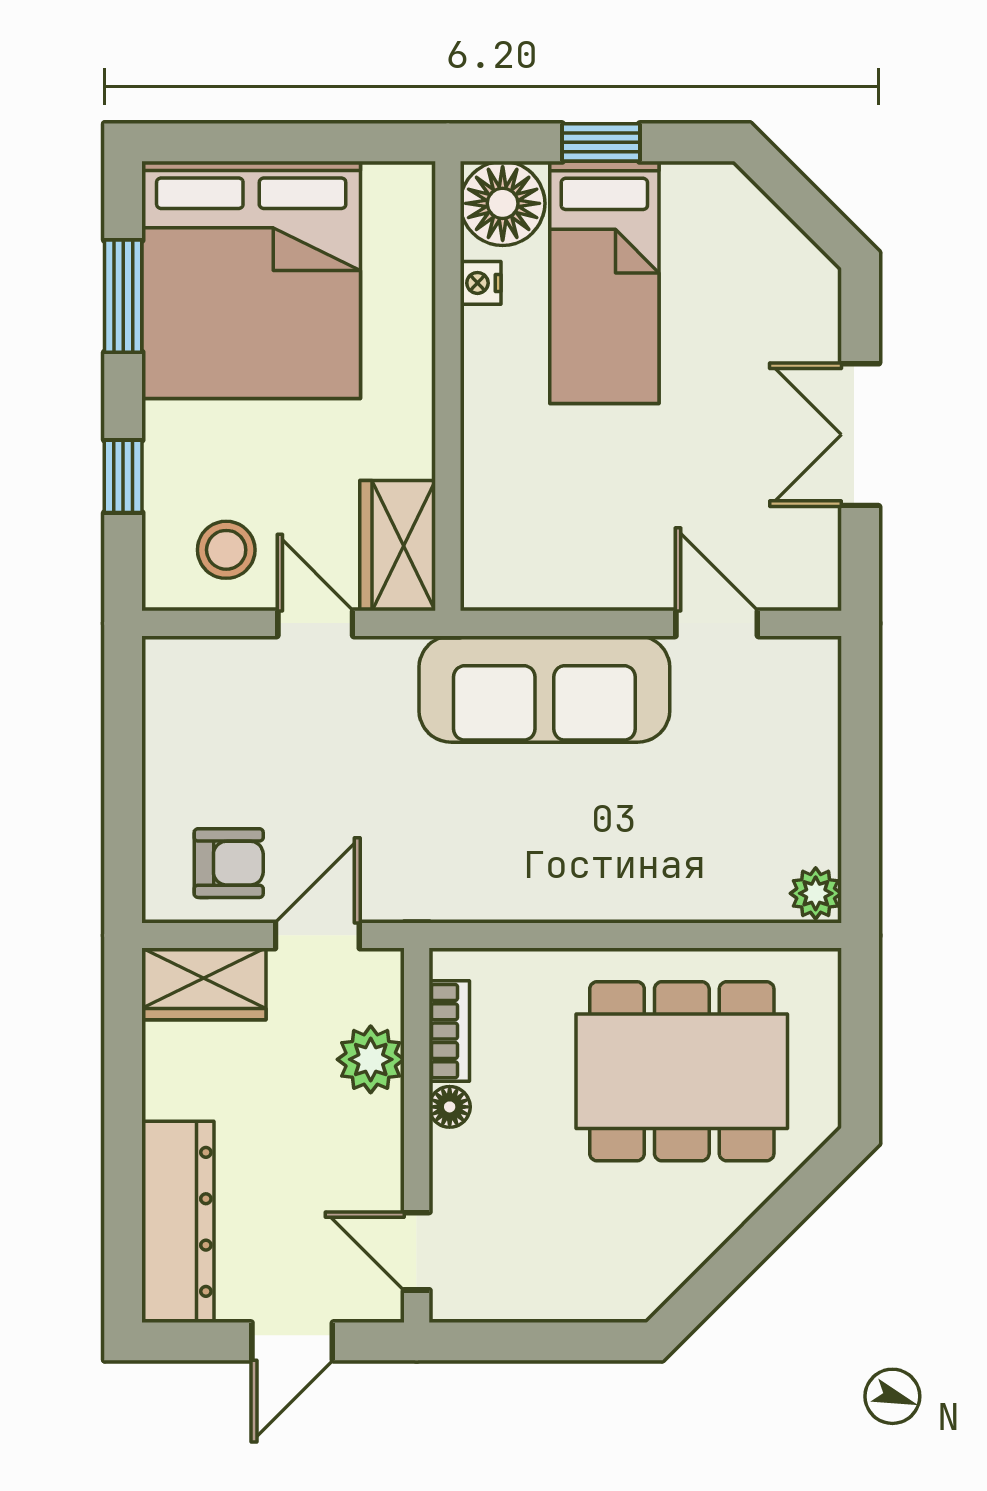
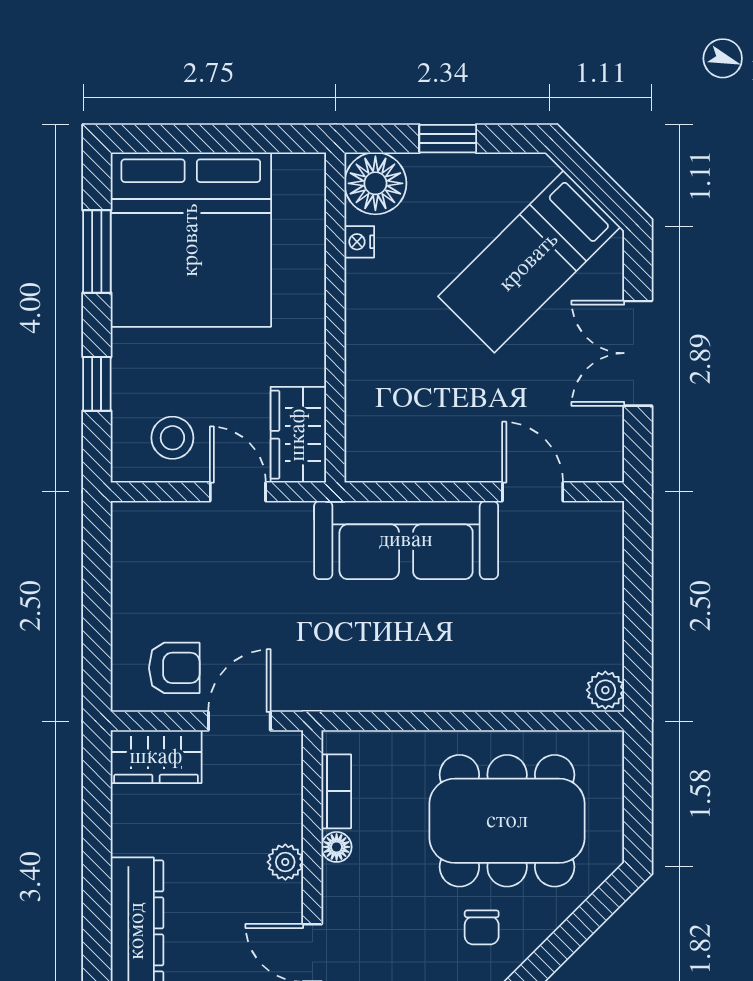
bed: (604, 282) -> (529, 262), moved, turned 45
plant: (371, 1059) -> (285, 862), moved, width x0.73, depth x0.73
chair: (647, 1216) -> (482, 927), added

